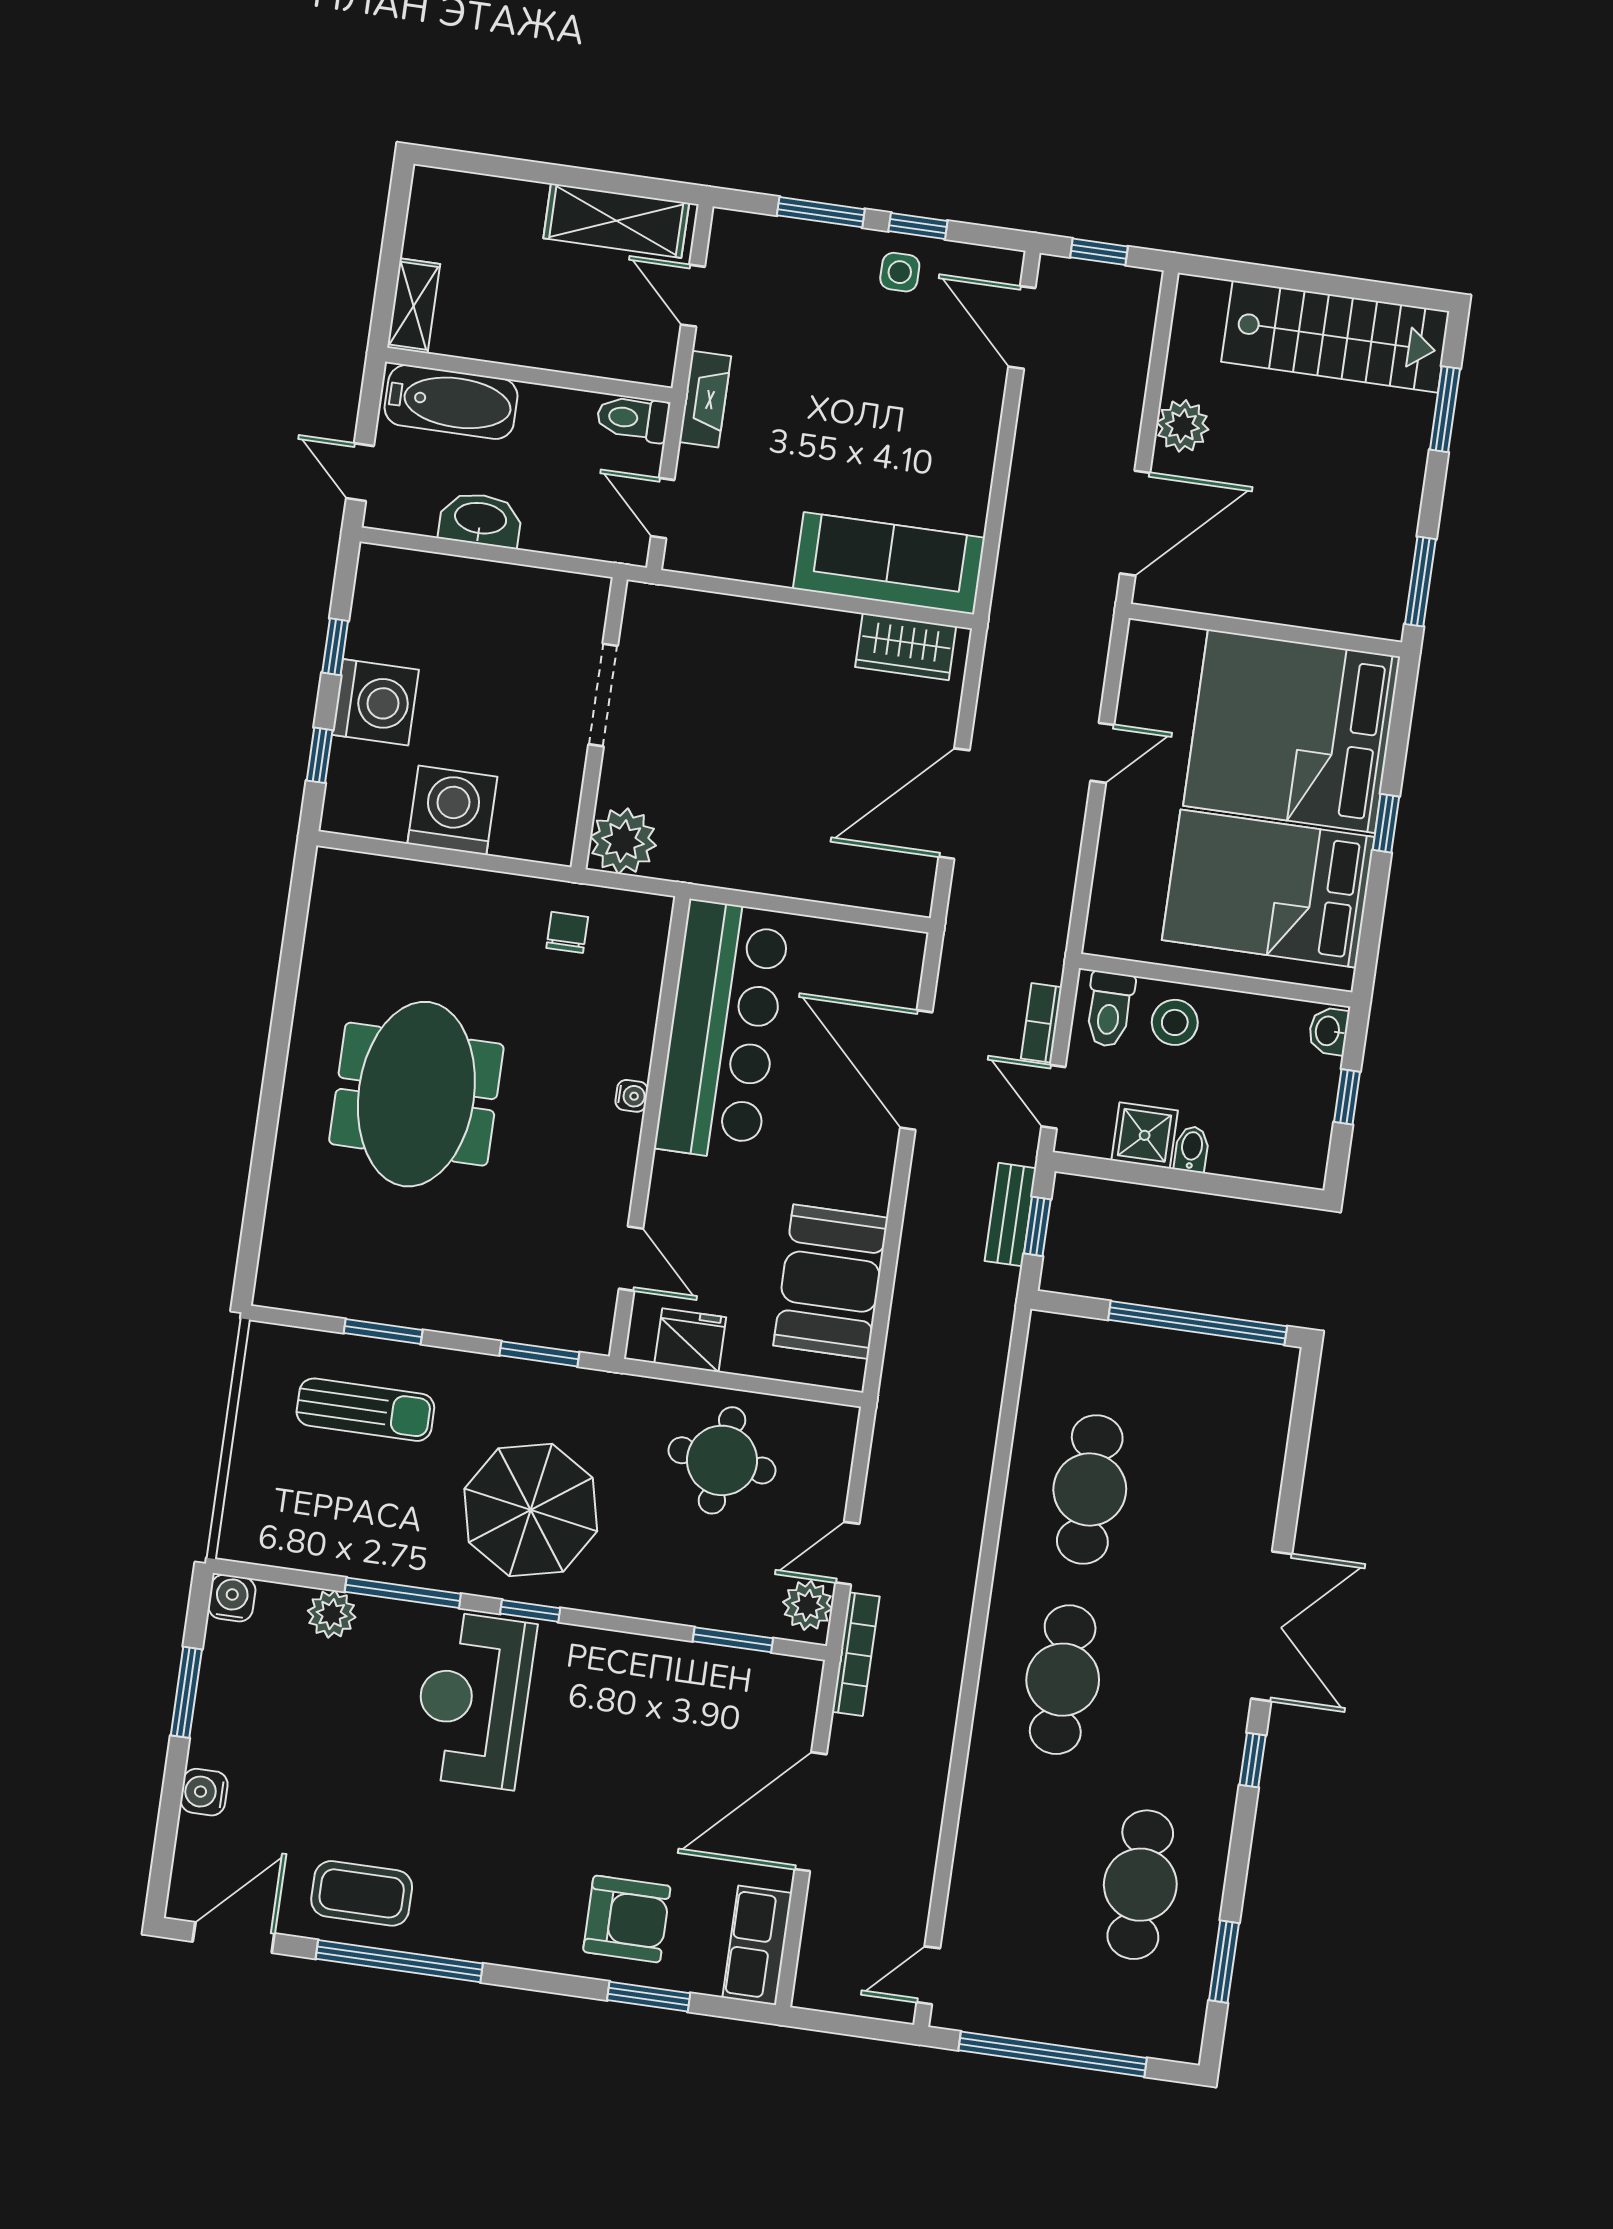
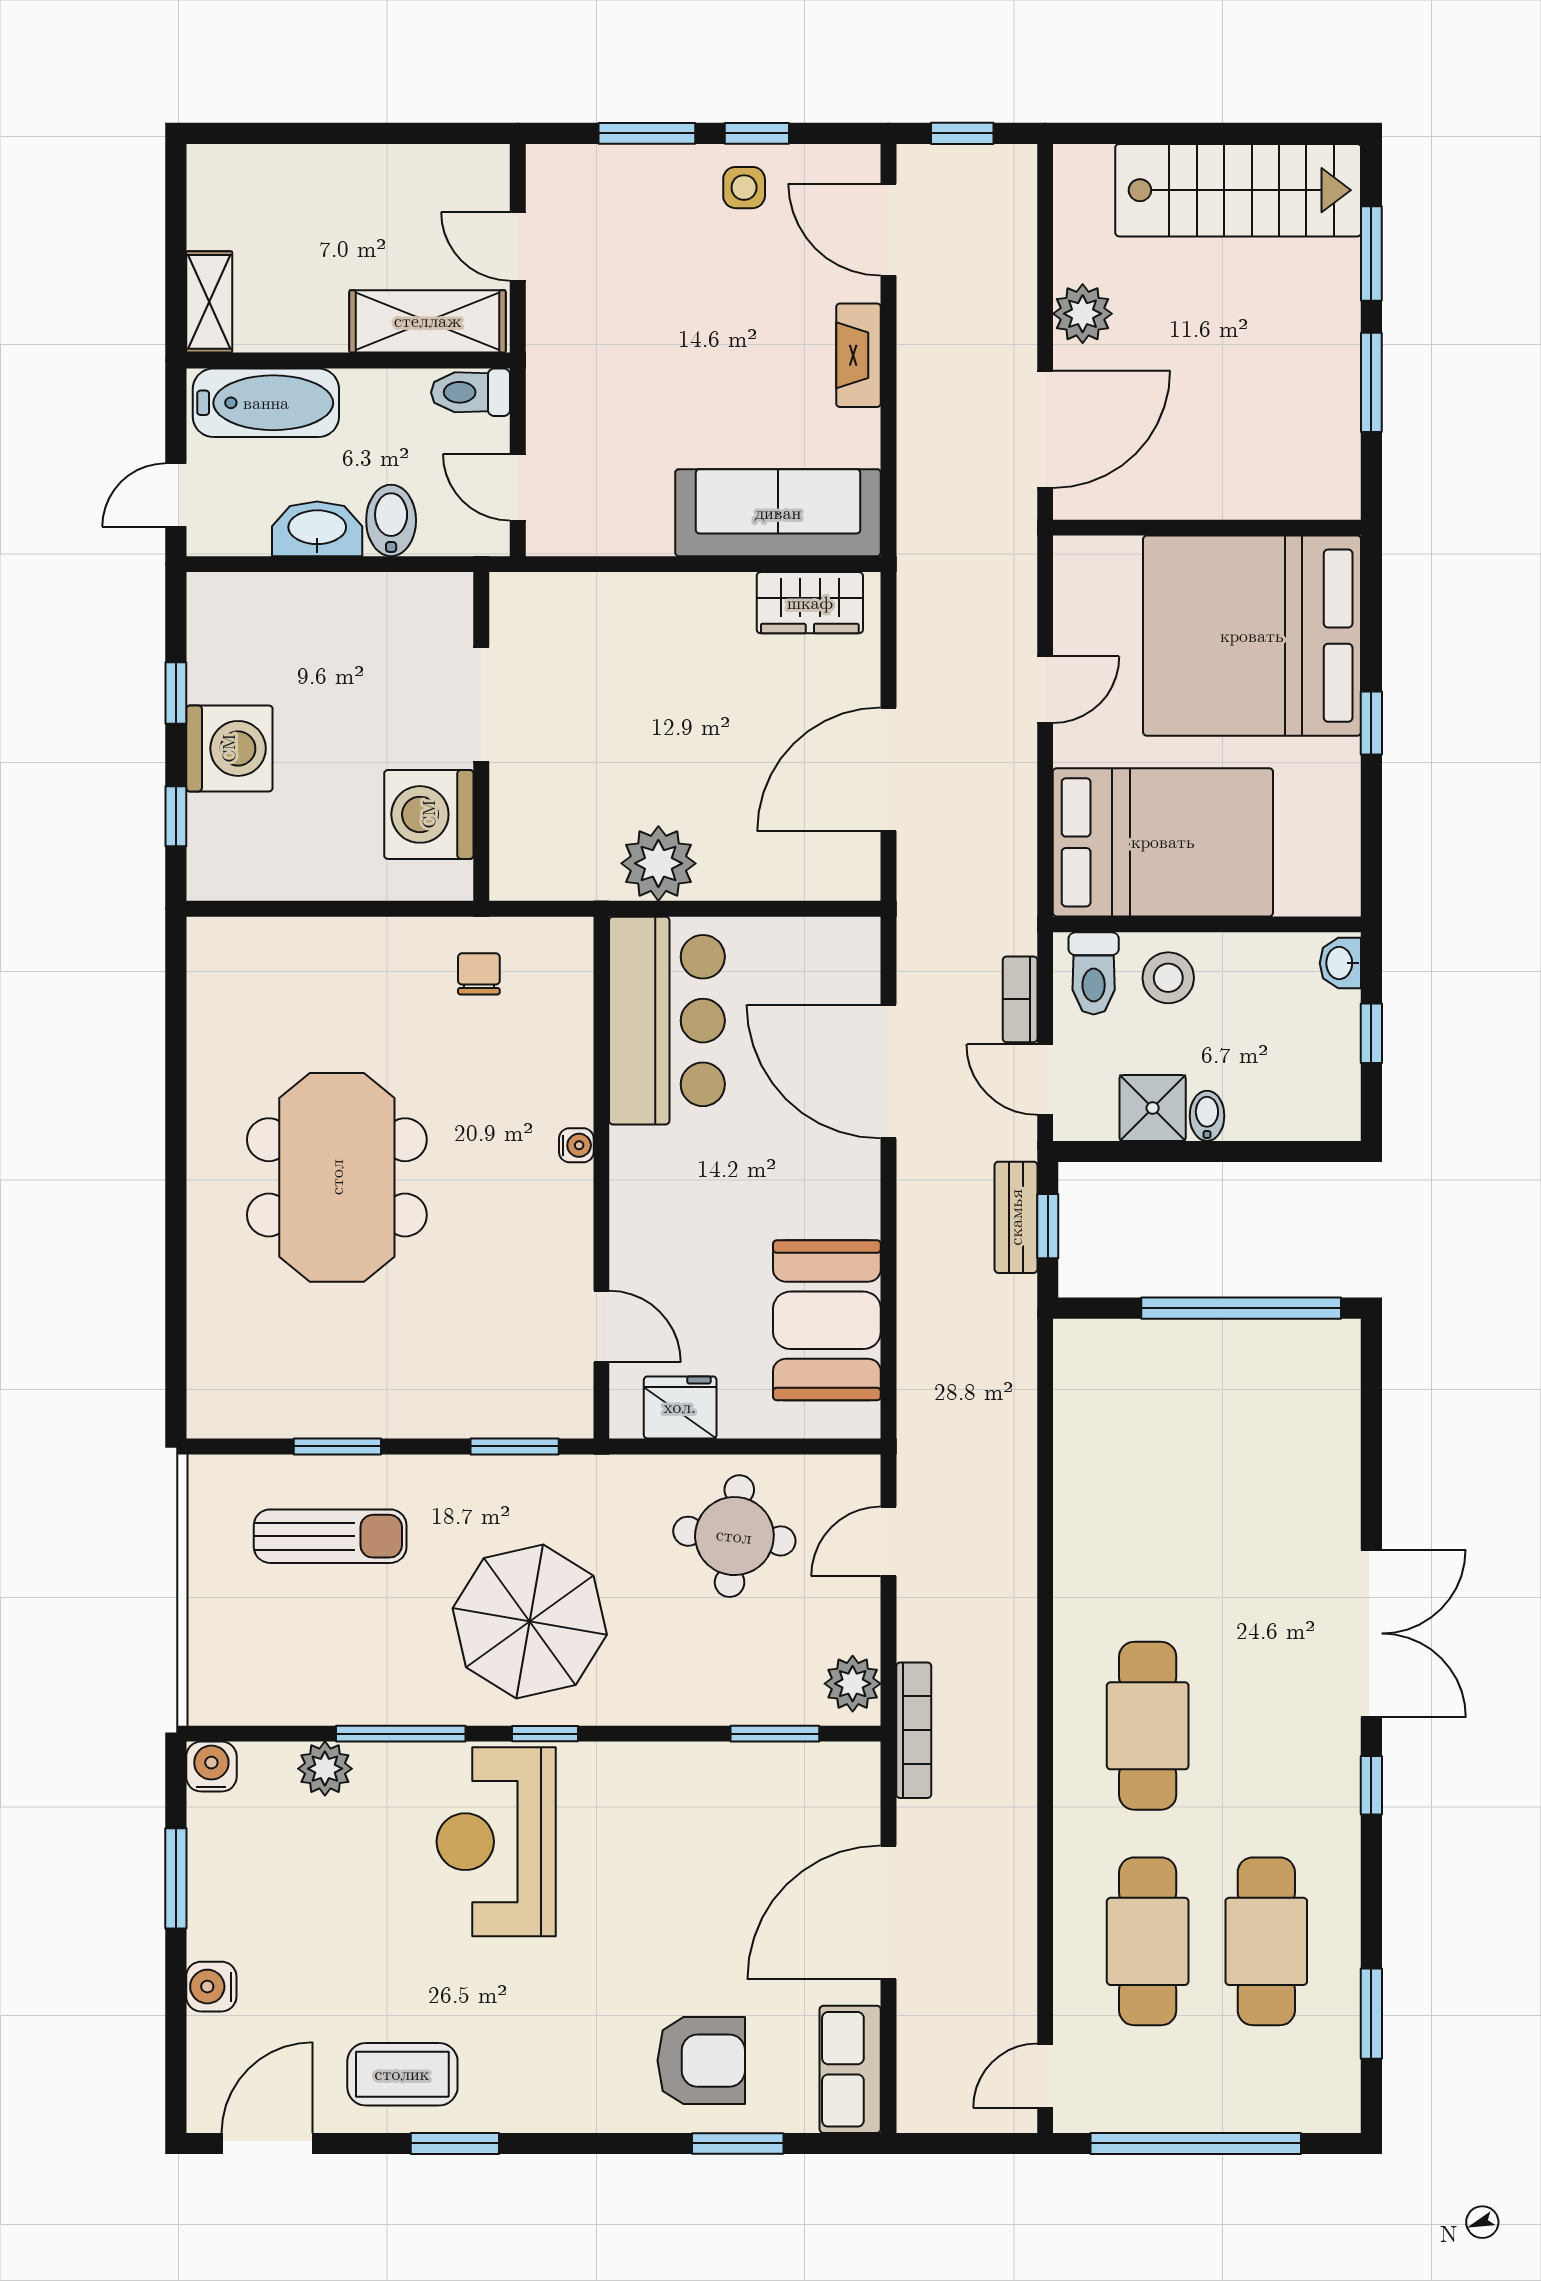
shelving: (616, 221) -> (428, 321), moved
fireplace: (705, 399) -> (858, 355), moved, turned 180
door: (360, 472) -> (176, 495), hinge flipped
bidet: (547, 521) -> (391, 520), added
window: (1420, 582) -> (1371, 382), moved
washing machine: (452, 810) -> (429, 814), moved, turned -90
plant: (623, 841) -> (658, 863), moved
bed: (1268, 889) -> (1163, 842), moved, turned 180
bar counter: (722, 1031) -> (667, 1021), width x0.73
cafe table: (1090, 1489) -> (1148, 1941), moved
door: (847, 1553) -> (888, 1541), moved
window: (399, 1961) -> (455, 2143), width x0.47

